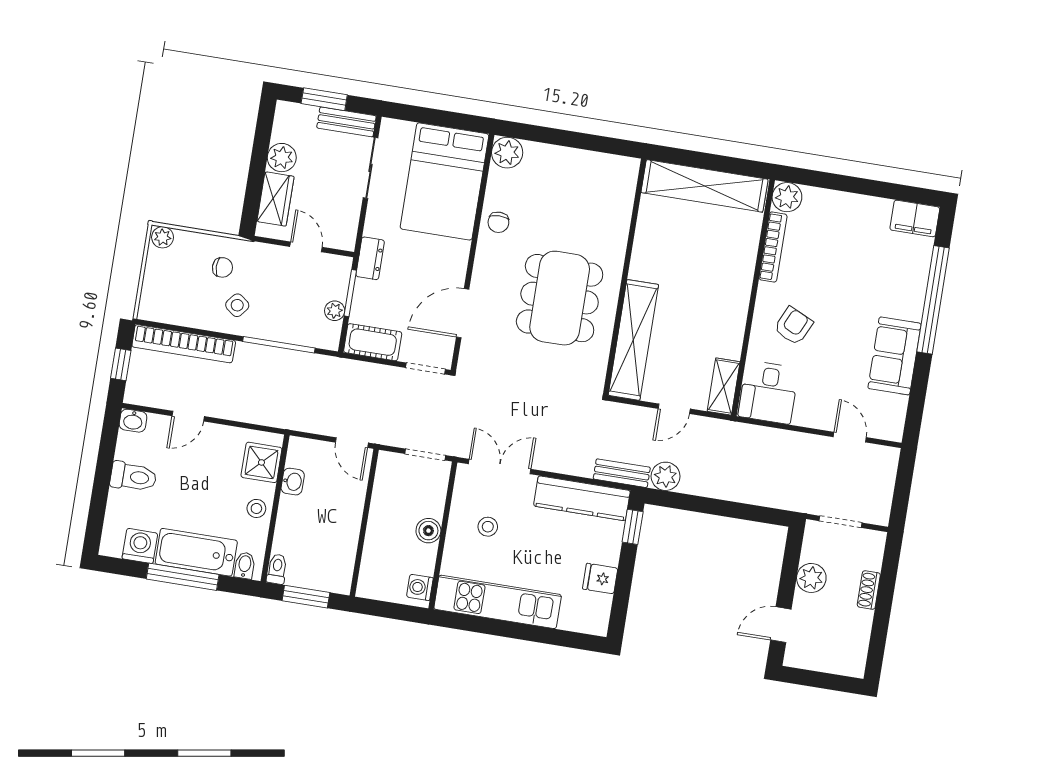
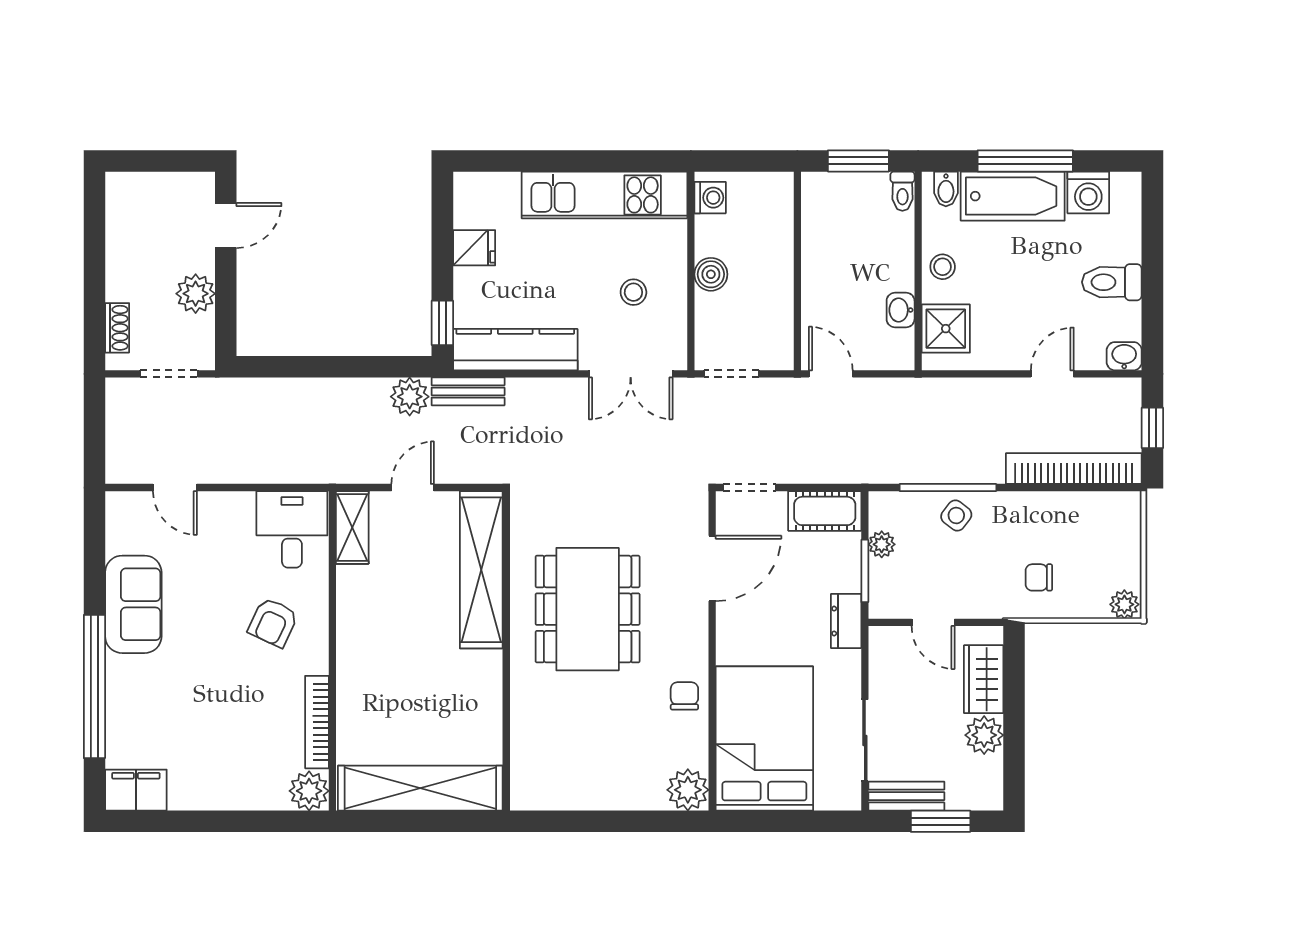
side table: (237, 305) -> (956, 515), moved
shoe rack: (869, 590) -> (117, 328), moved

